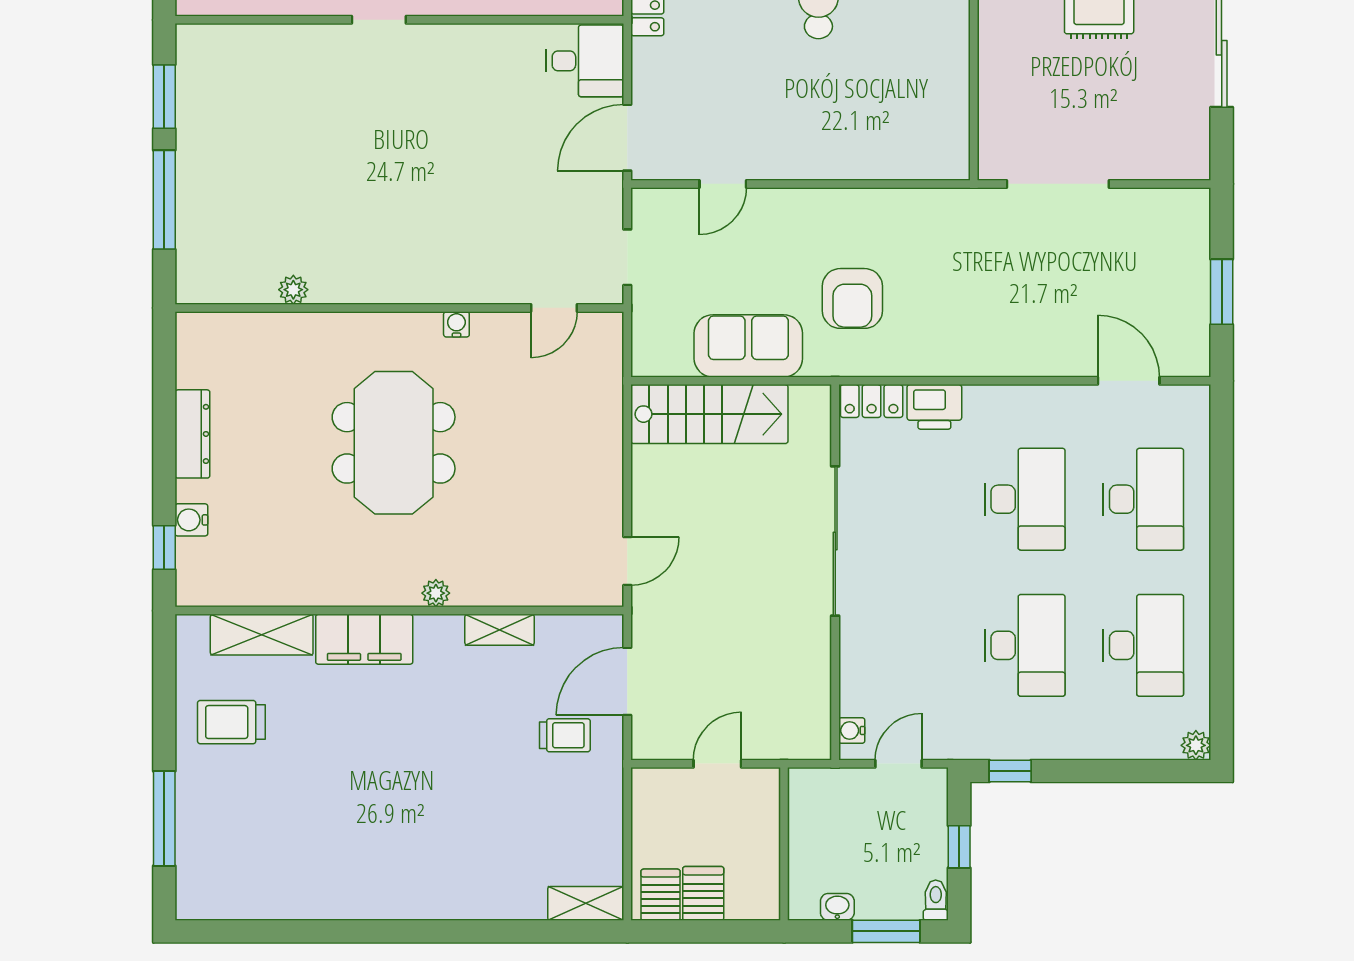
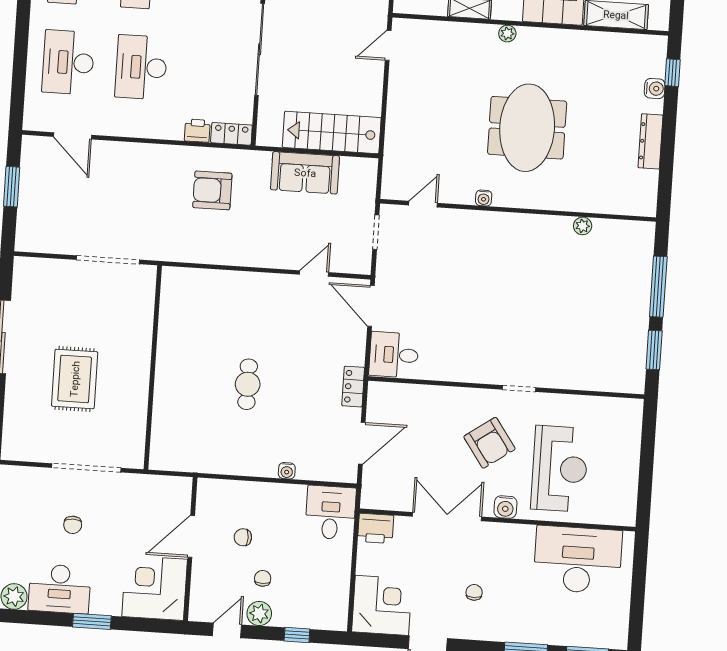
door: (627, 138) -> (371, 306), swing flipped
armchair: (852, 298) -> (212, 190), moved, turned -90
printer: (934, 407) -> (197, 131), width x0.73, depth x0.81

